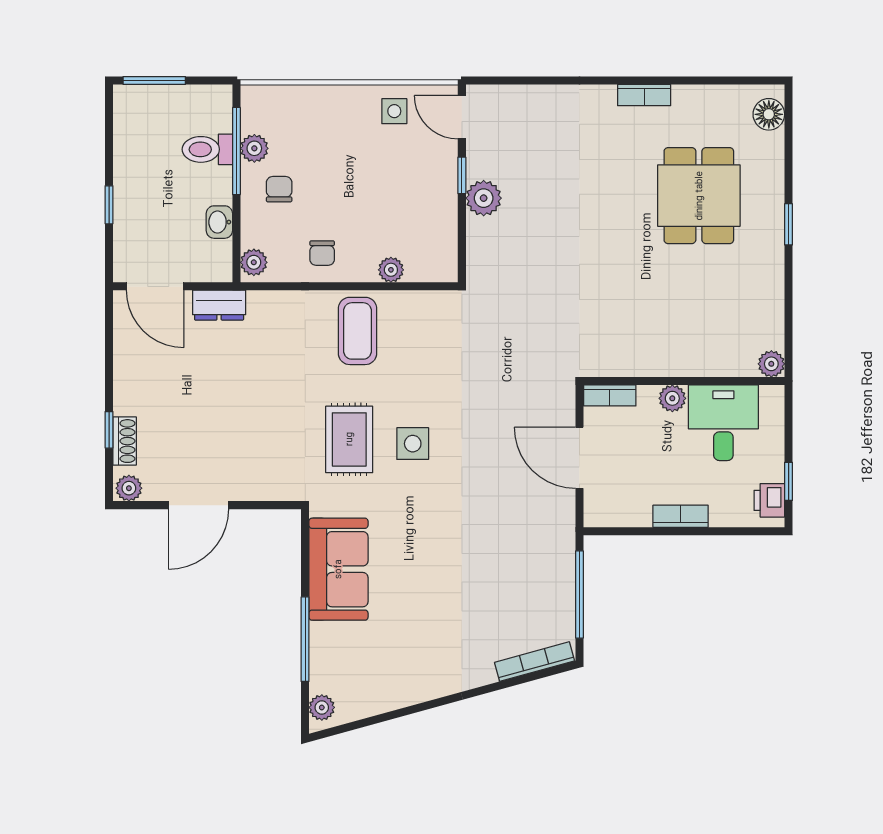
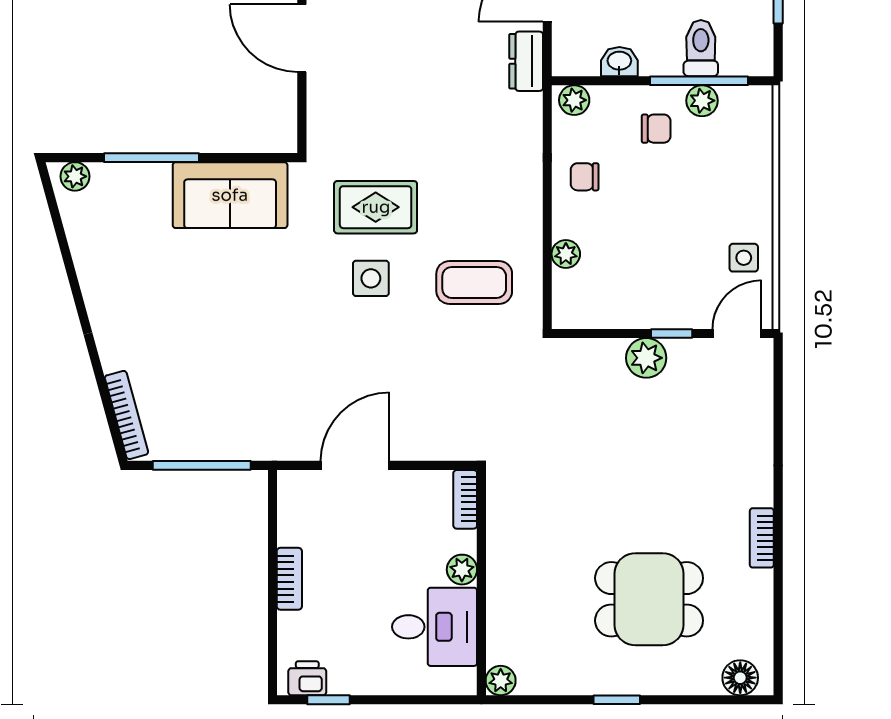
coffee table: (358, 331) -> (474, 282), moved
plant: (771, 364) -> (501, 681), moved
wall: (684, 381) -> (481, 583), moved
bookcase: (610, 395) -> (465, 499), moved
plant: (672, 398) -> (462, 570), moved
desk: (723, 423) -> (435, 627), moved

